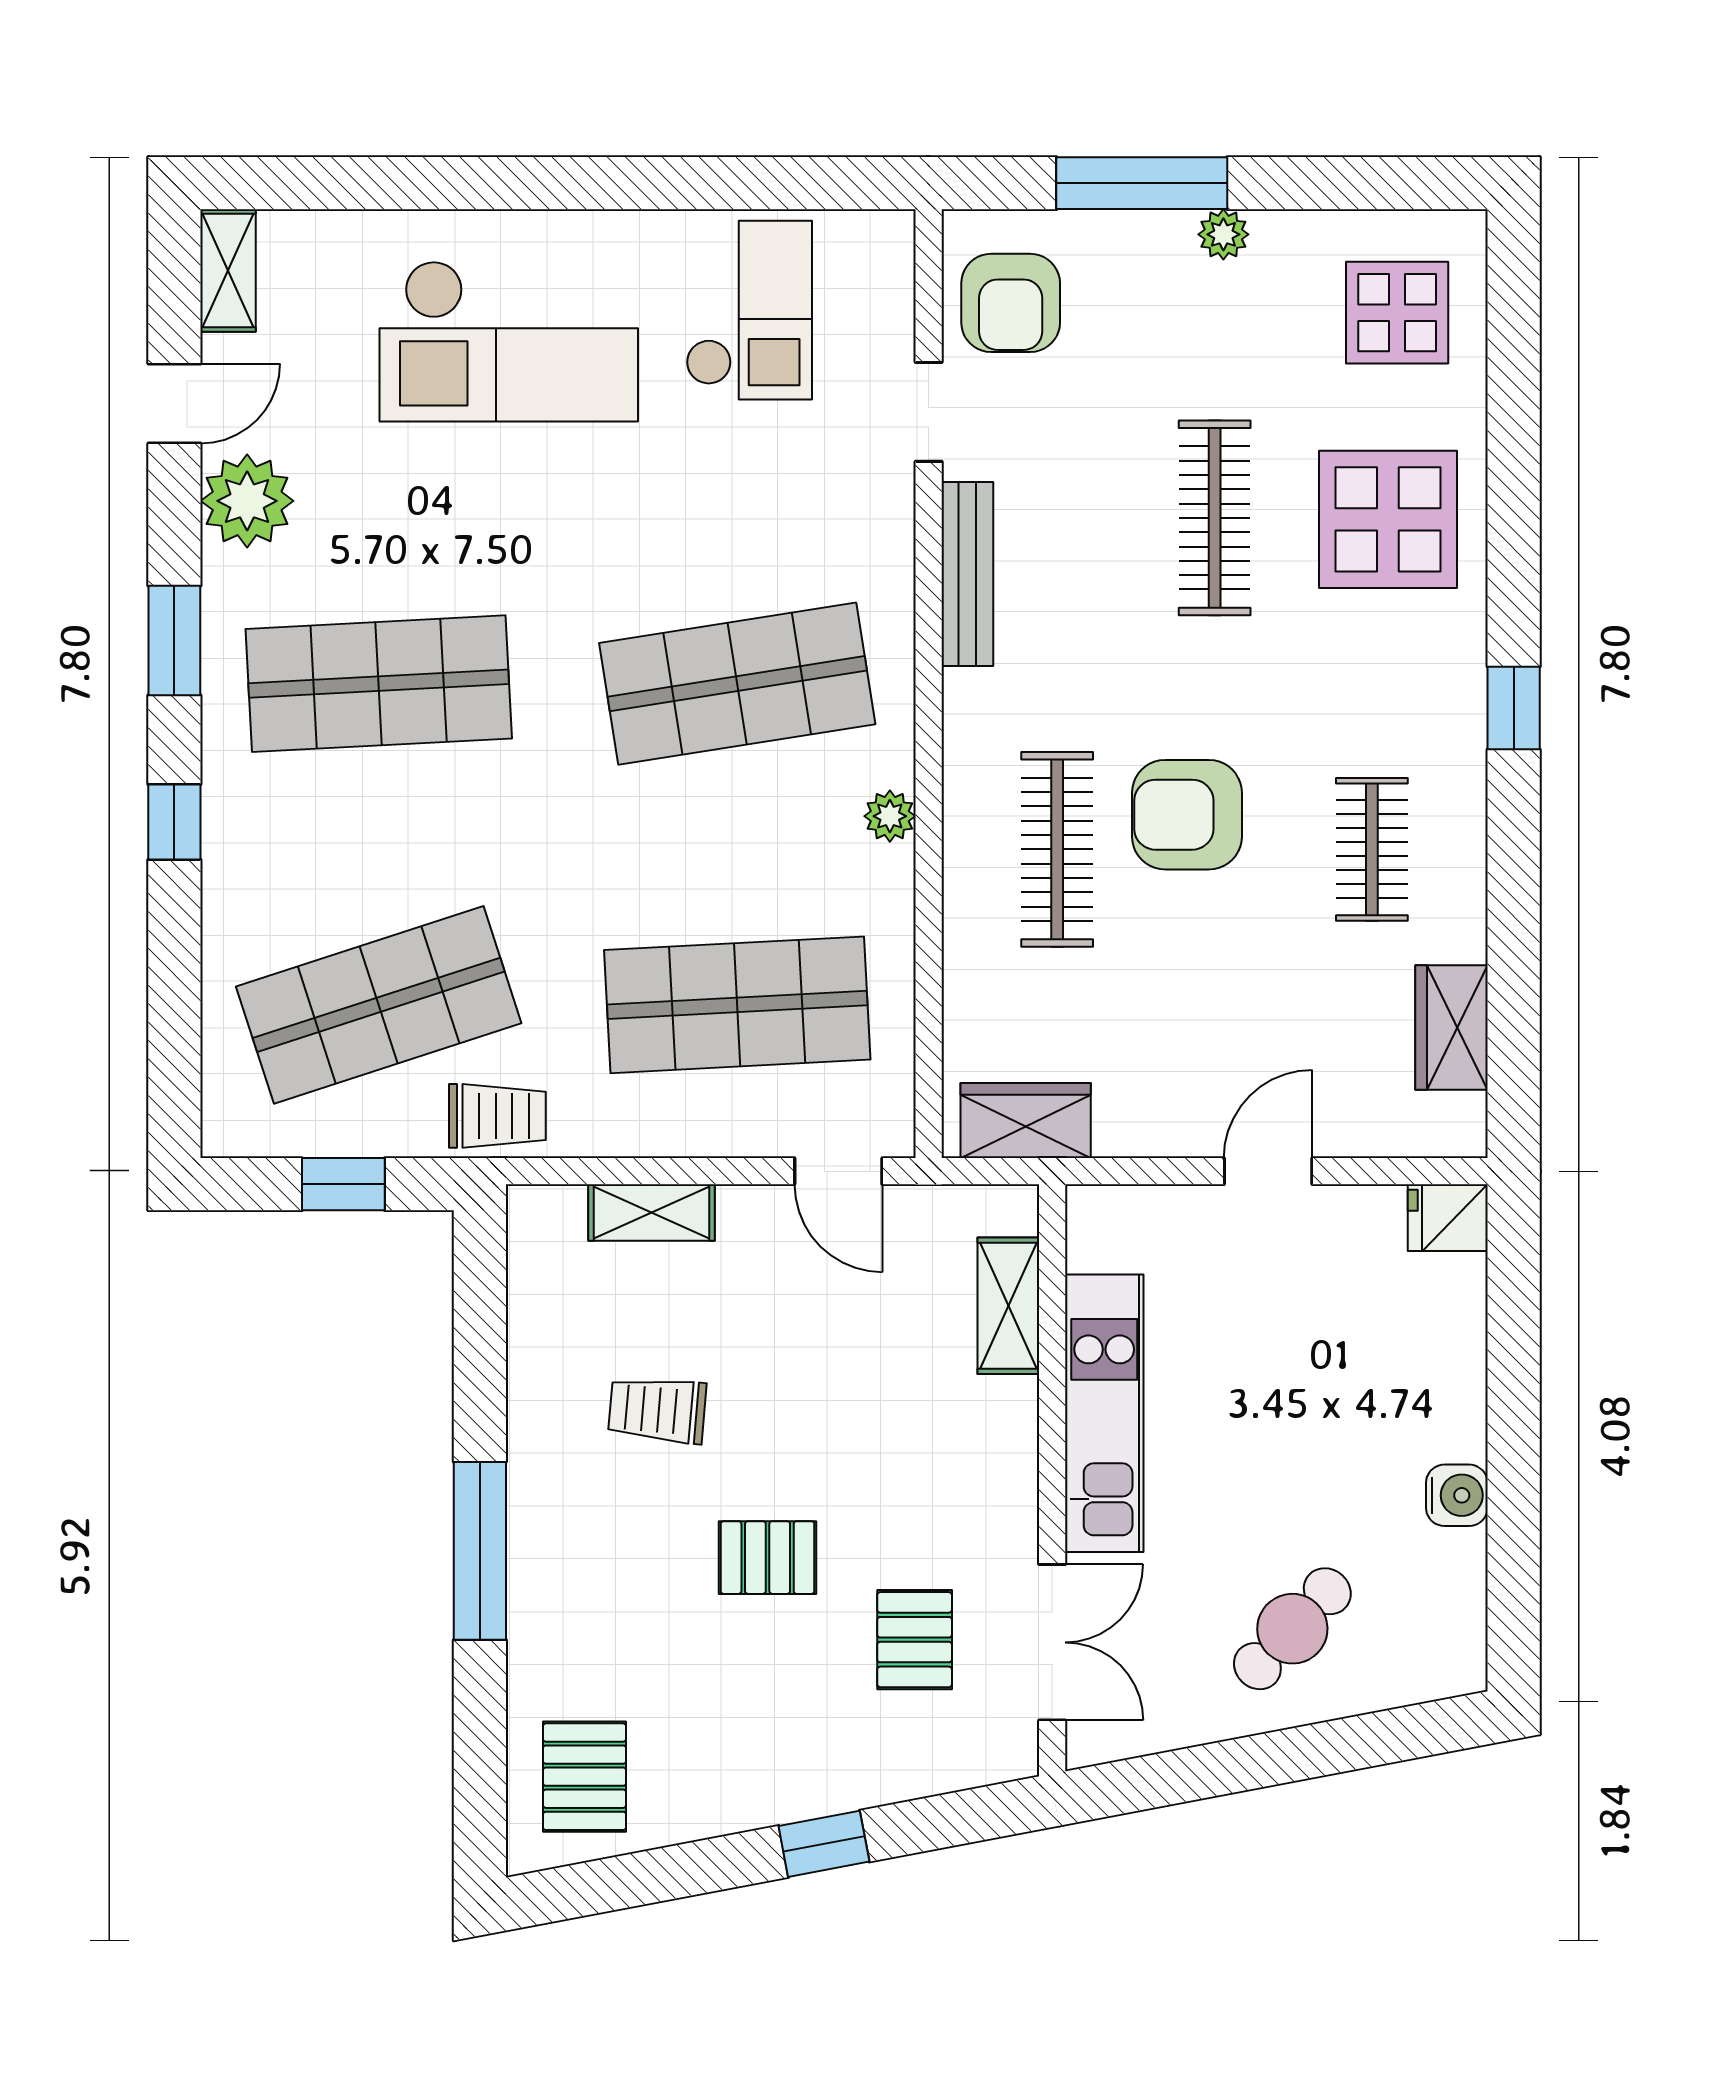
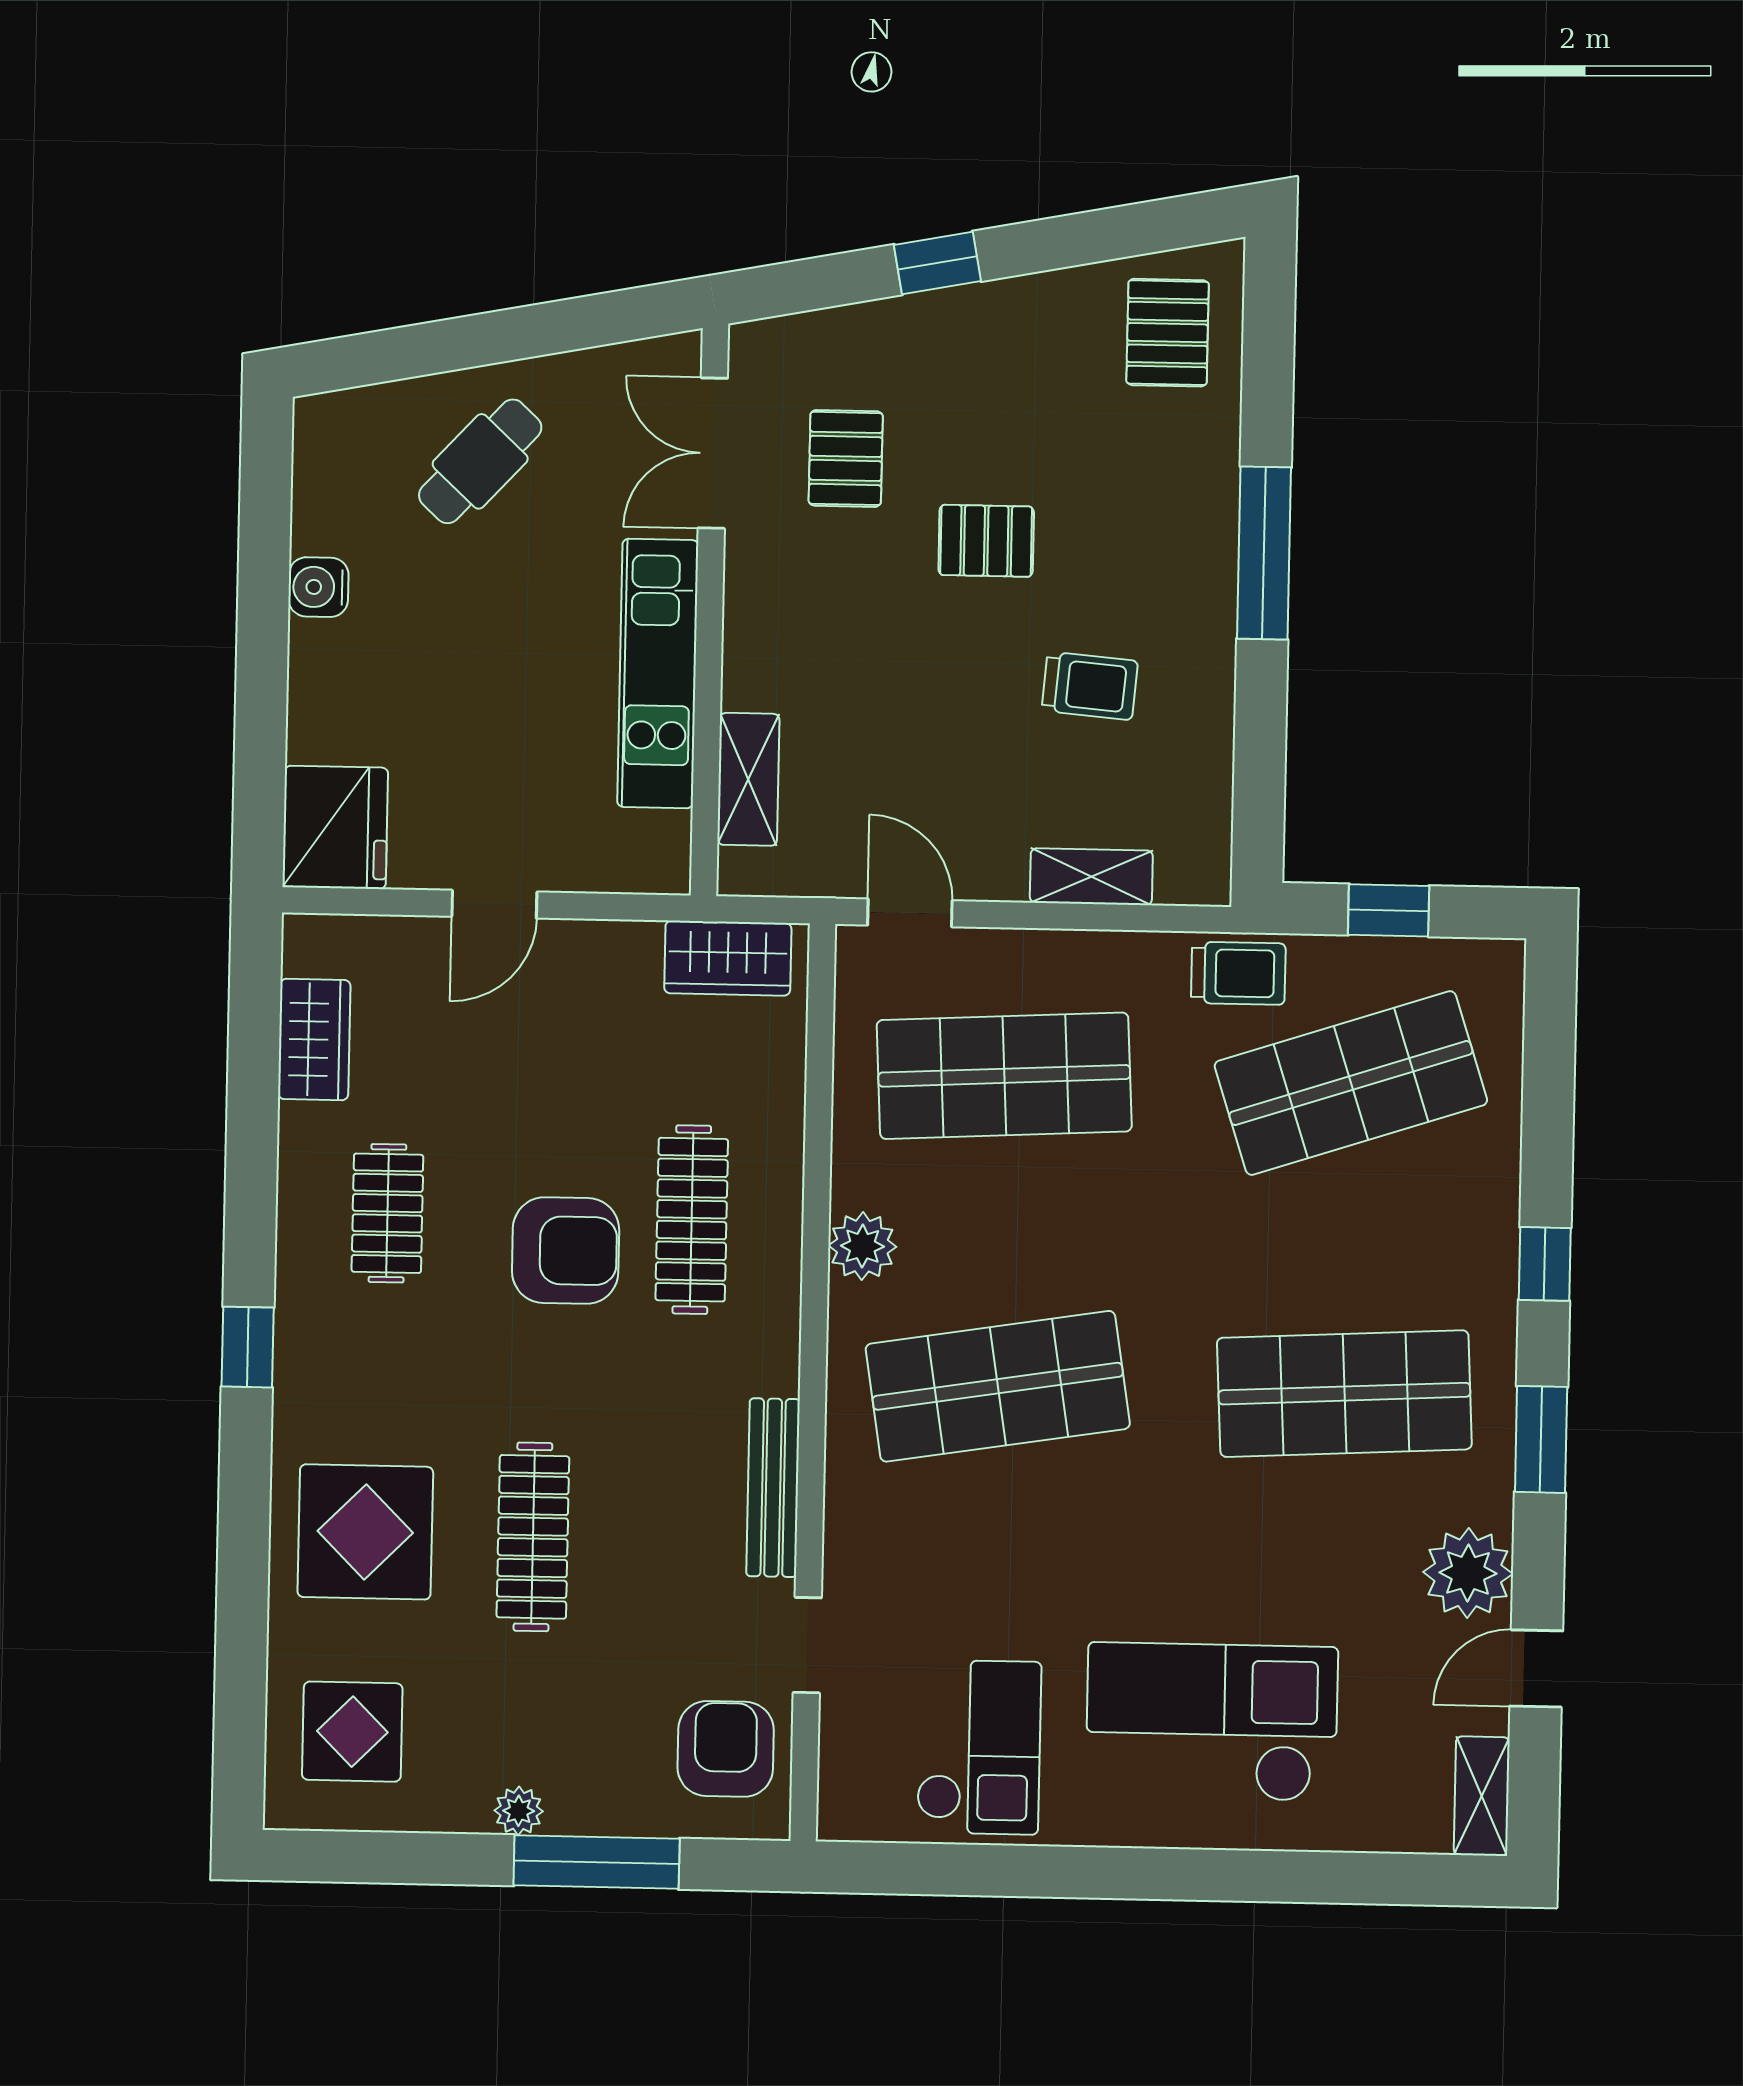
checkout: (749, 310) -> (979, 1747), turned 180
plant: (890, 816) -> (862, 1246), width x1.38, depth x1.38
trolley: (497, 1116) -> (1238, 973), turned 180
fridge: (1448, 1218) -> (335, 827), width x1.88, depth x1.34

